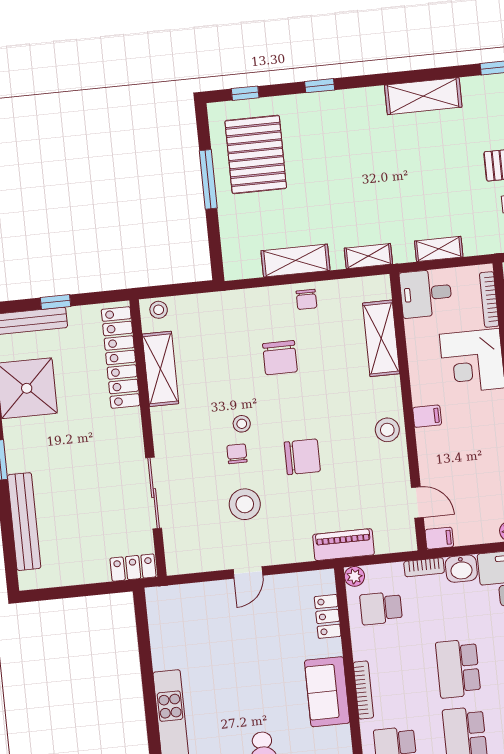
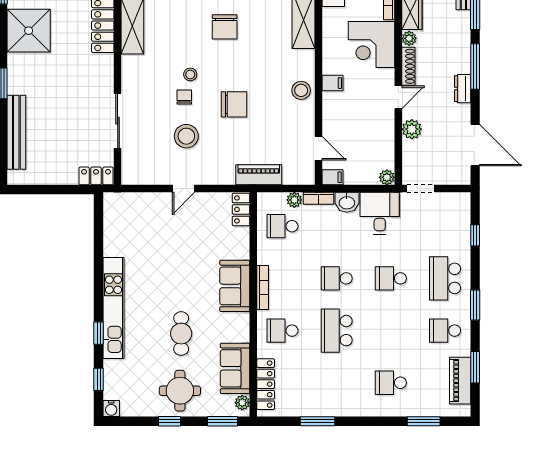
plant: (354, 576) -> (294, 200), moved
locker: (328, 616) -> (241, 209), moved
school desk: (458, 669) -> (337, 278), width x0.54

